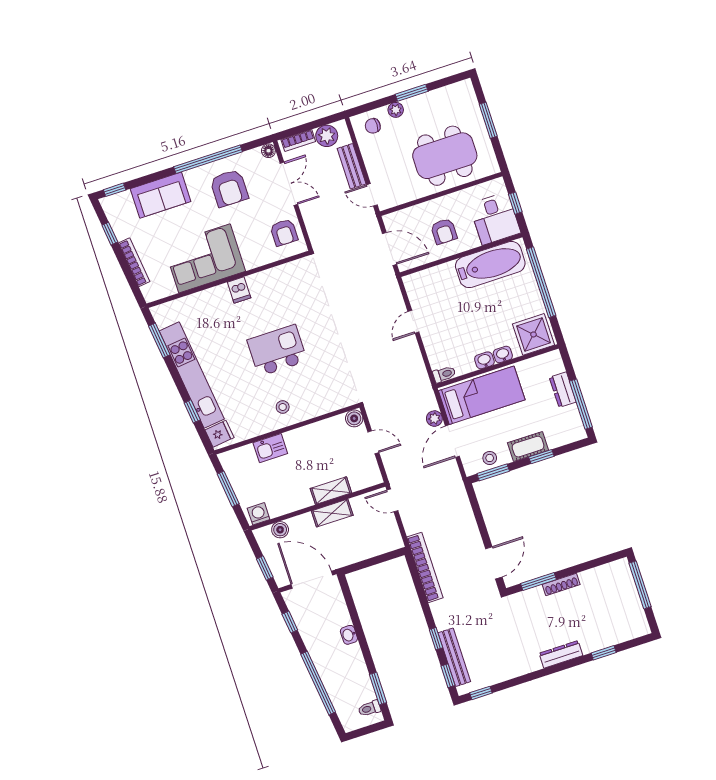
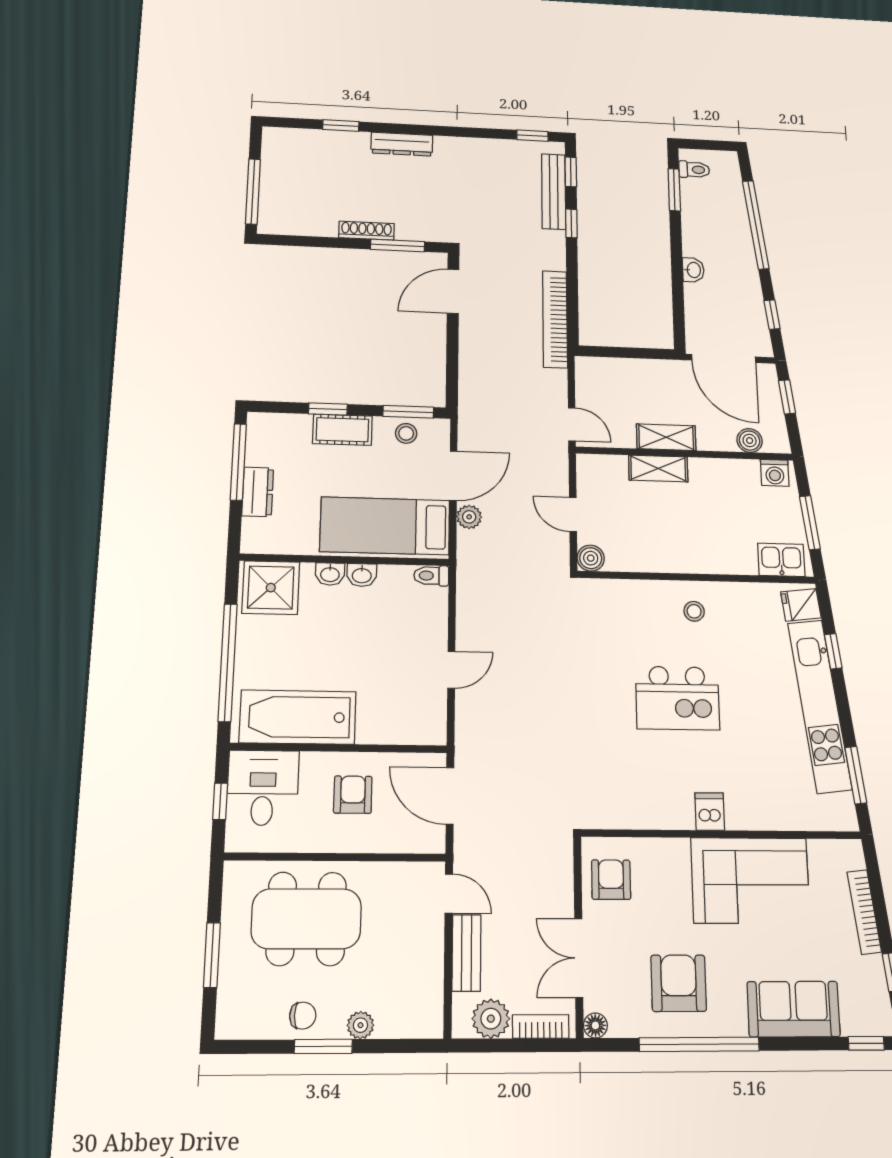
chair: (373, 126) -> (303, 1016), moved
kitchen sink: (270, 448) -> (781, 560), moved

